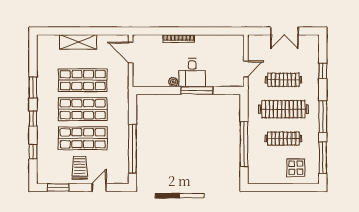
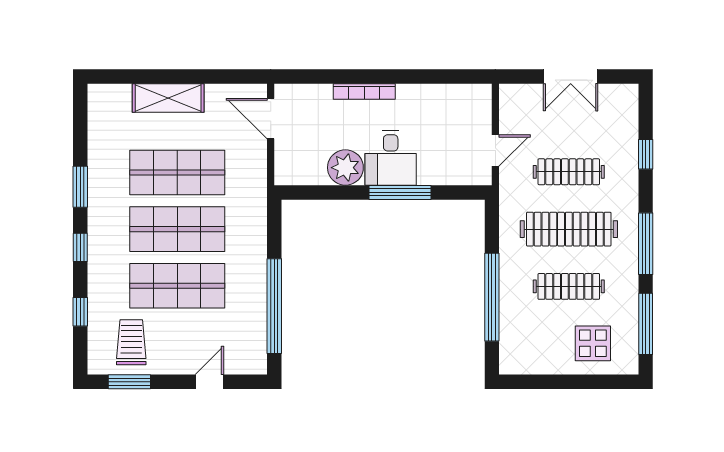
plant: (173, 82) -> (345, 168), width x1.88, depth x1.88
trolley: (80, 168) -> (131, 342), moved

